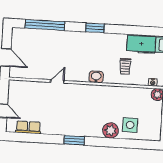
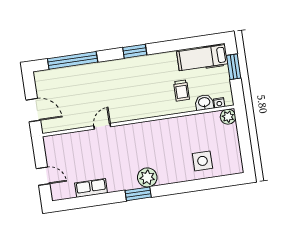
washbasin: (96, 77) -> (204, 102), moved
row of seats: (28, 127) -> (91, 188), moved
plant: (111, 130) -> (147, 177), moved

